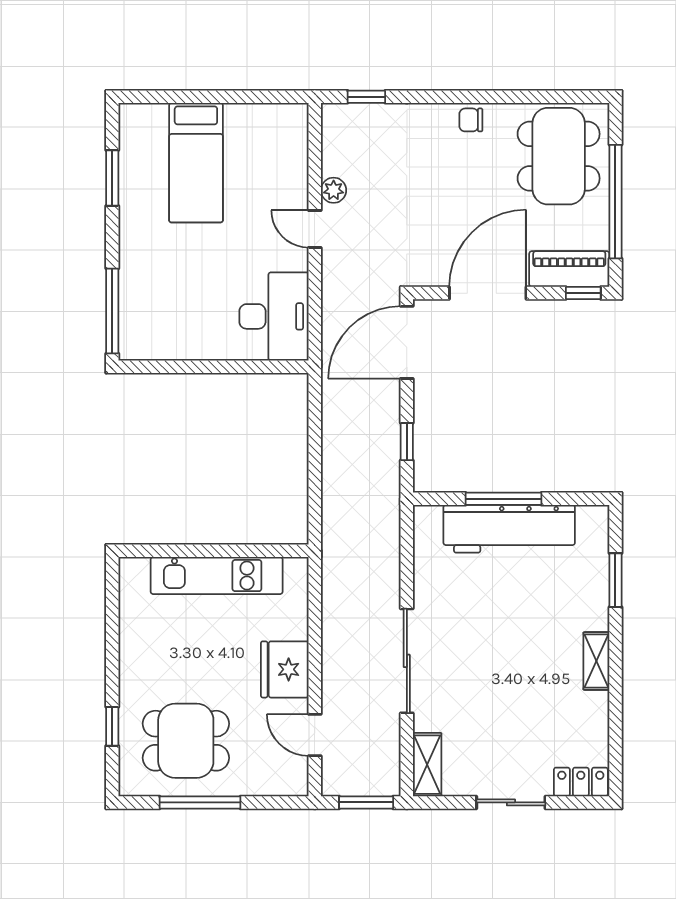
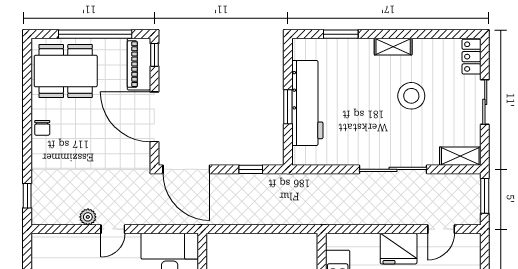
window: (503, 499) -> (288, 107), width x0.69
stool: (520, 689) -> (411, 96), added

